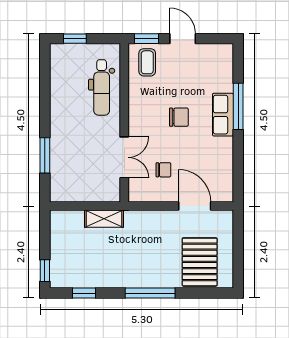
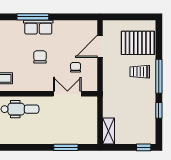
shelving: (104, 219) -> (109, 131), moved
trolley: (157, 265) -> (140, 72), added
window: (84, 293) -> (159, 110), moved

